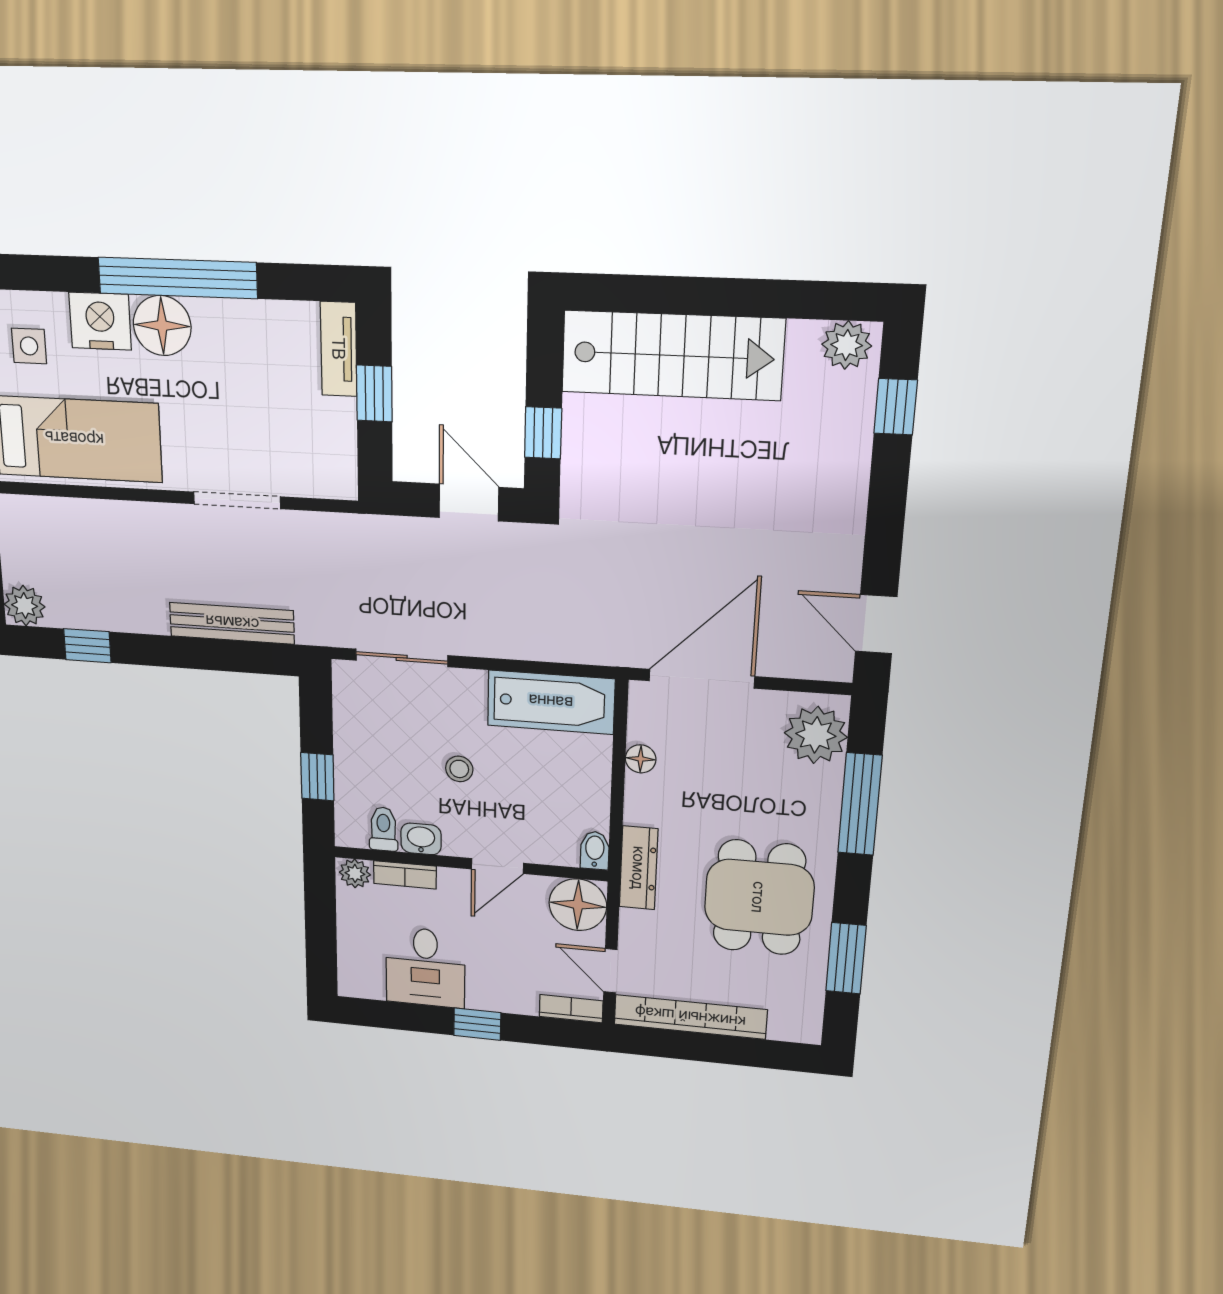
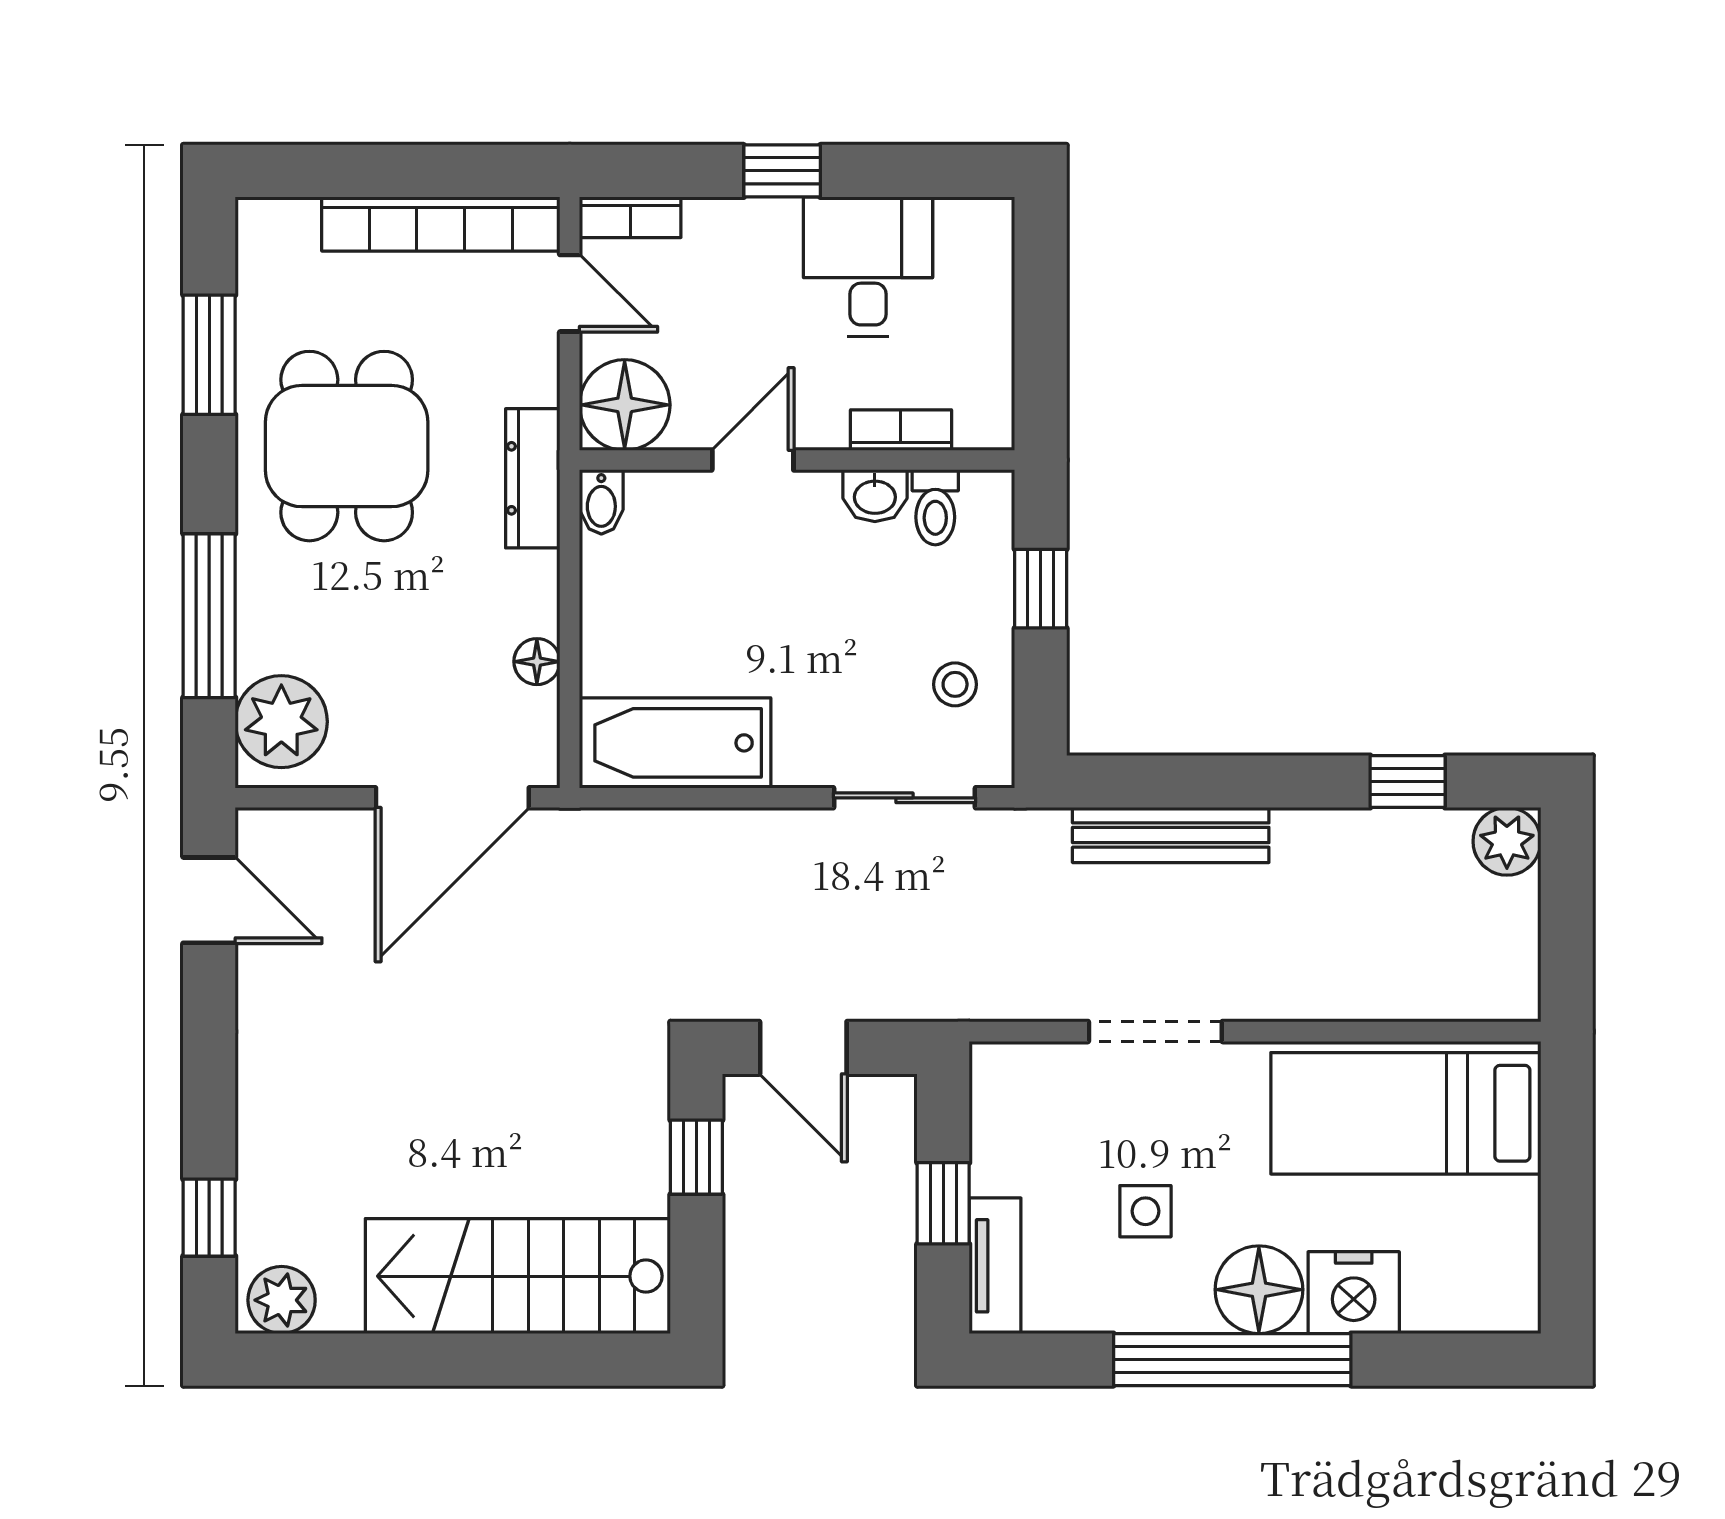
side table: (29, 346) -> (1145, 1211), moved
stool: (459, 769) -> (955, 684), moved
plant: (355, 873) -> (982, 425), removed

